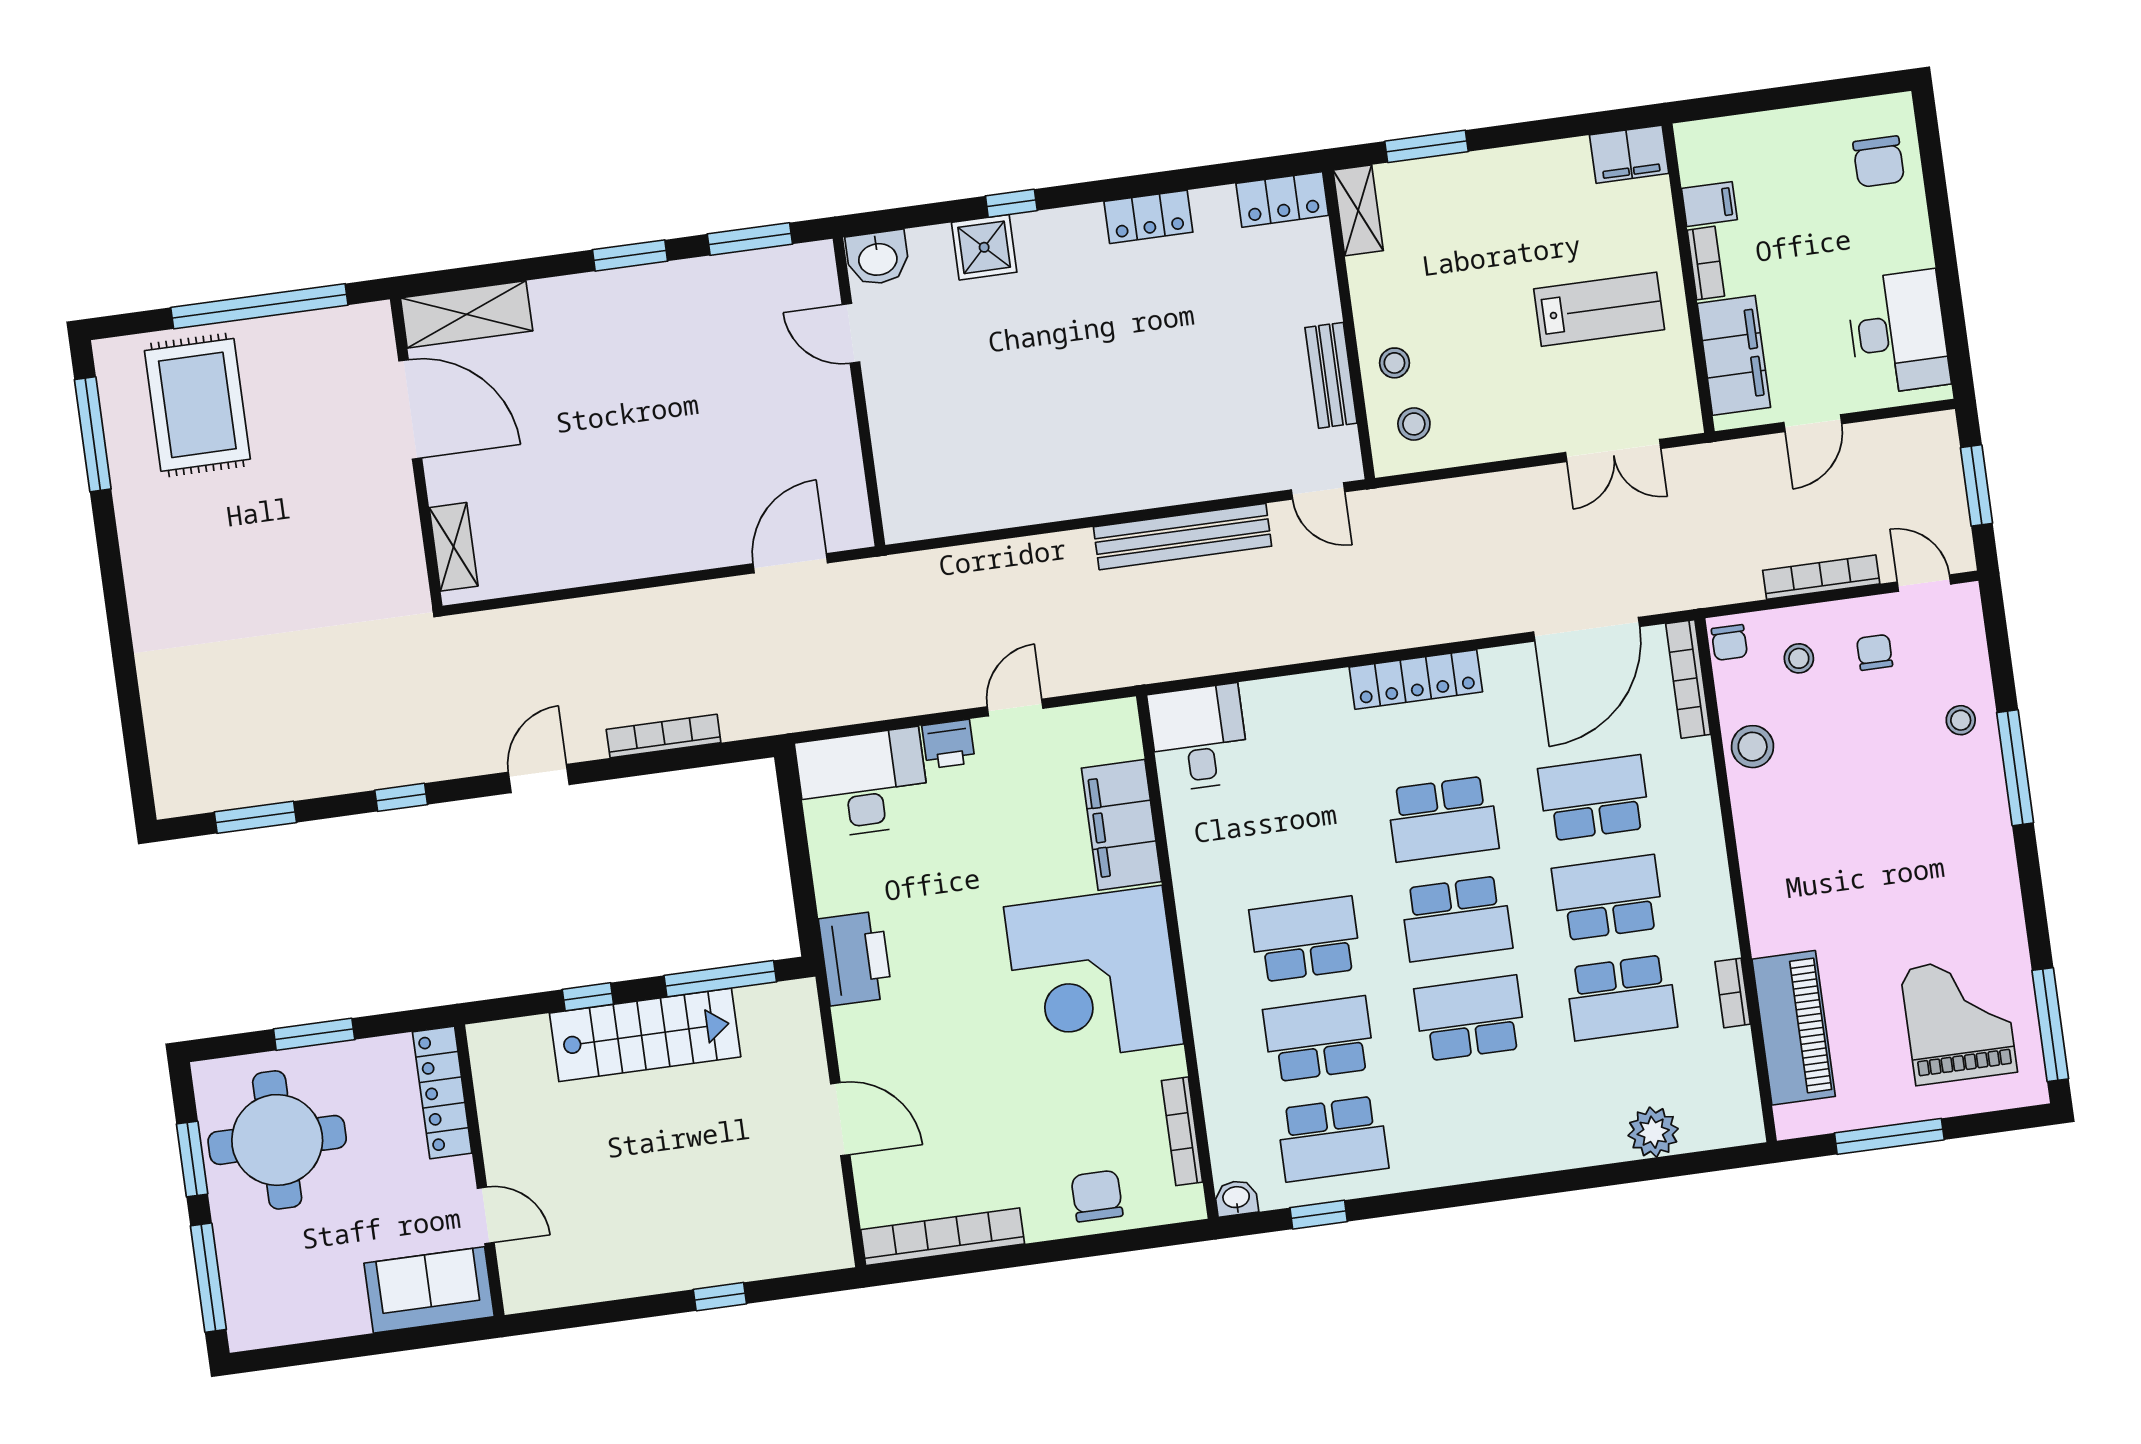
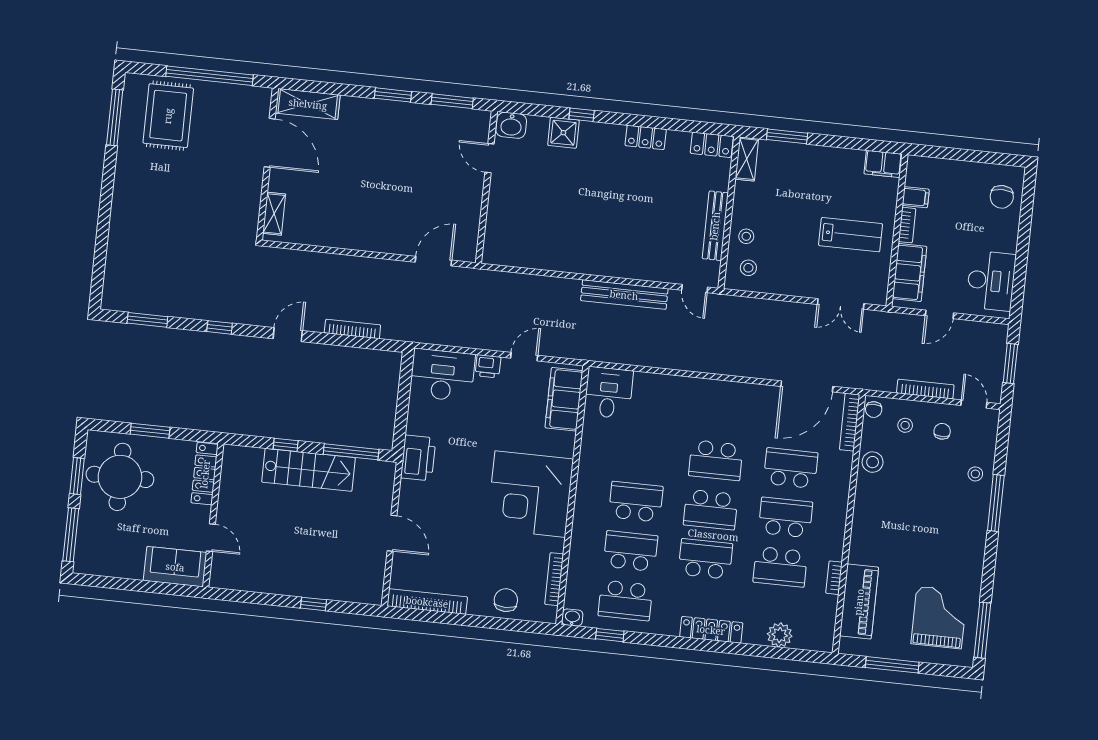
bench: (1331, 375) -> (715, 226), width x1.36
locker: (1416, 679) -> (711, 630), moved, turned 180
filing cabinet: (1121, 825) -> (564, 399), moved

